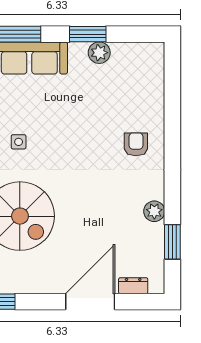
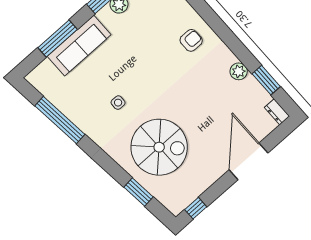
armchair: (136, 144) -> (191, 40), turned 90
dresser: (133, 286) -> (277, 112), moved, turned -90

